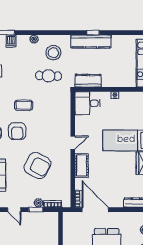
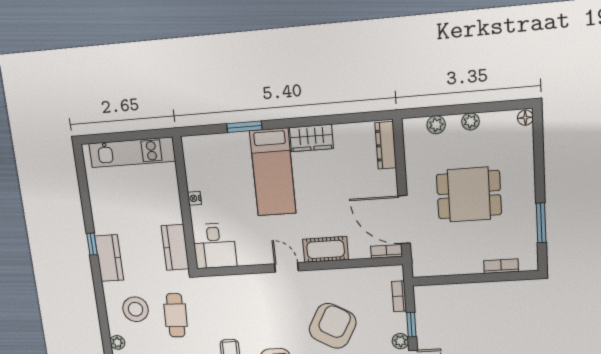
kitchen counter: (91, 42) -> (109, 258), width x0.67
plant: (38, 203) -> (400, 341), moved
door: (95, 210) -> (404, 220), hinge flipped

